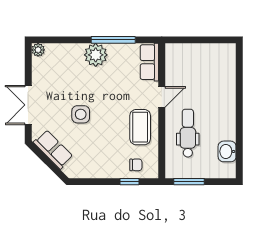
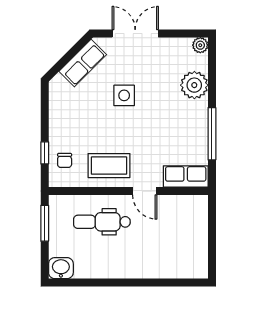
plant: (96, 55) -> (194, 85), moved
dental chair: (188, 133) -> (102, 222), turned 180
washbasin: (227, 151) -> (61, 268), moved

